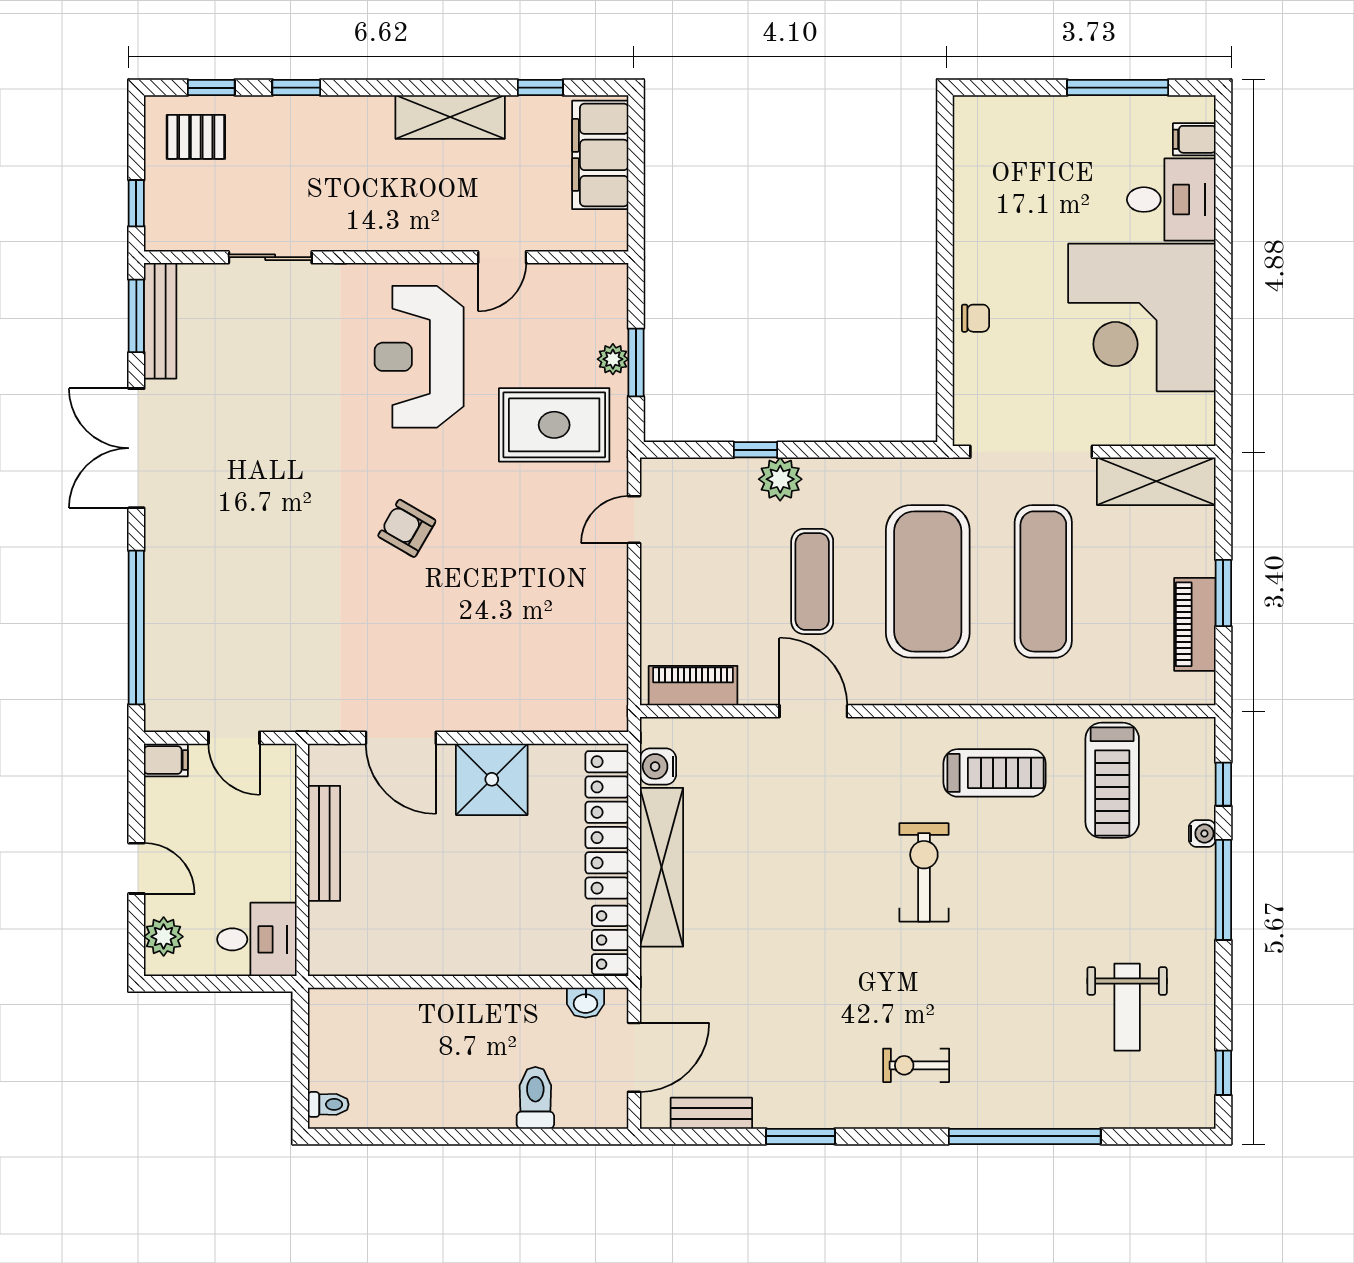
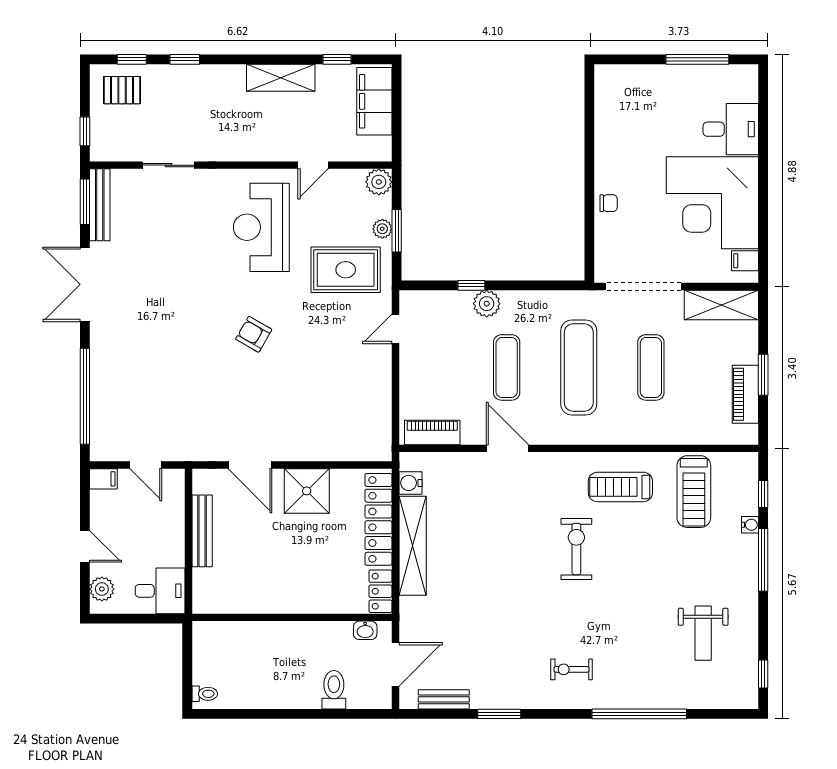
filing cabinet: (1194, 139) -> (745, 261), moved
plant: (607, 284) -> (379, 182), added
exercise mat: (928, 581) -> (579, 367), width x0.68
exercise mat: (1043, 581) -> (651, 367), width x0.73, depth x0.69
treadmill: (994, 773) -> (620, 487), turned 180

